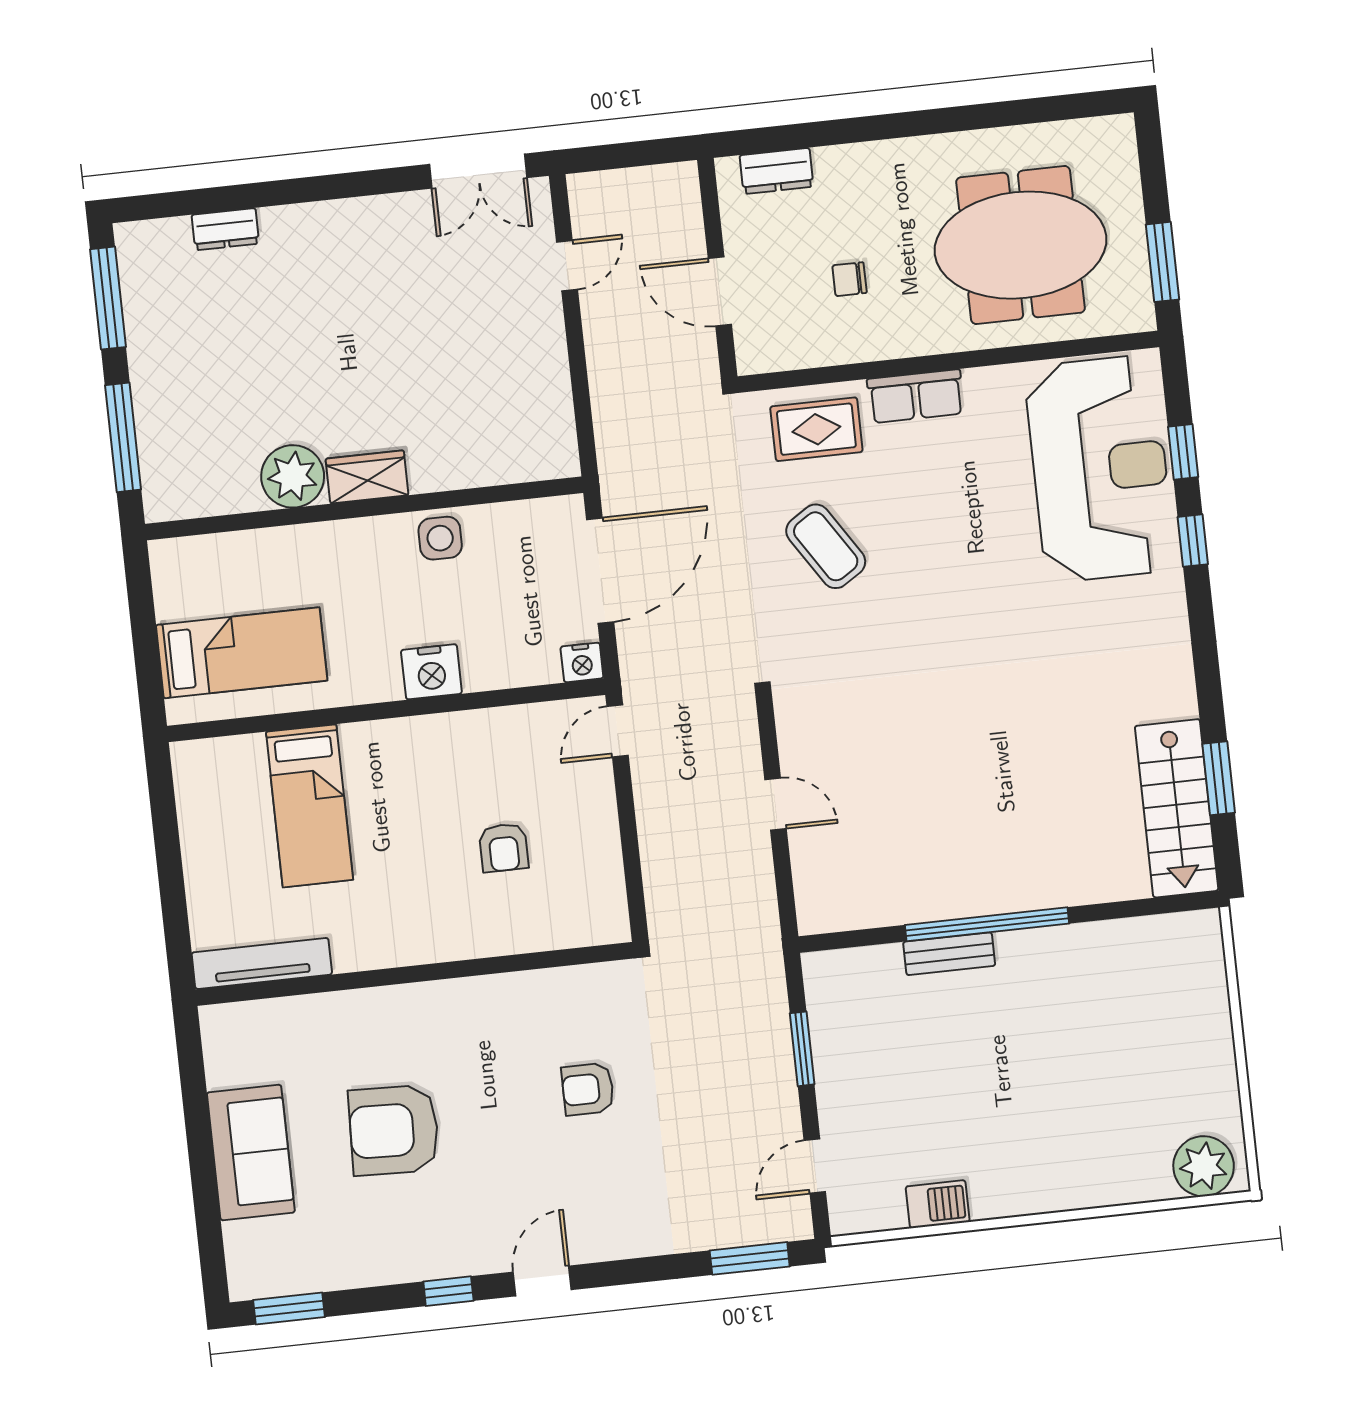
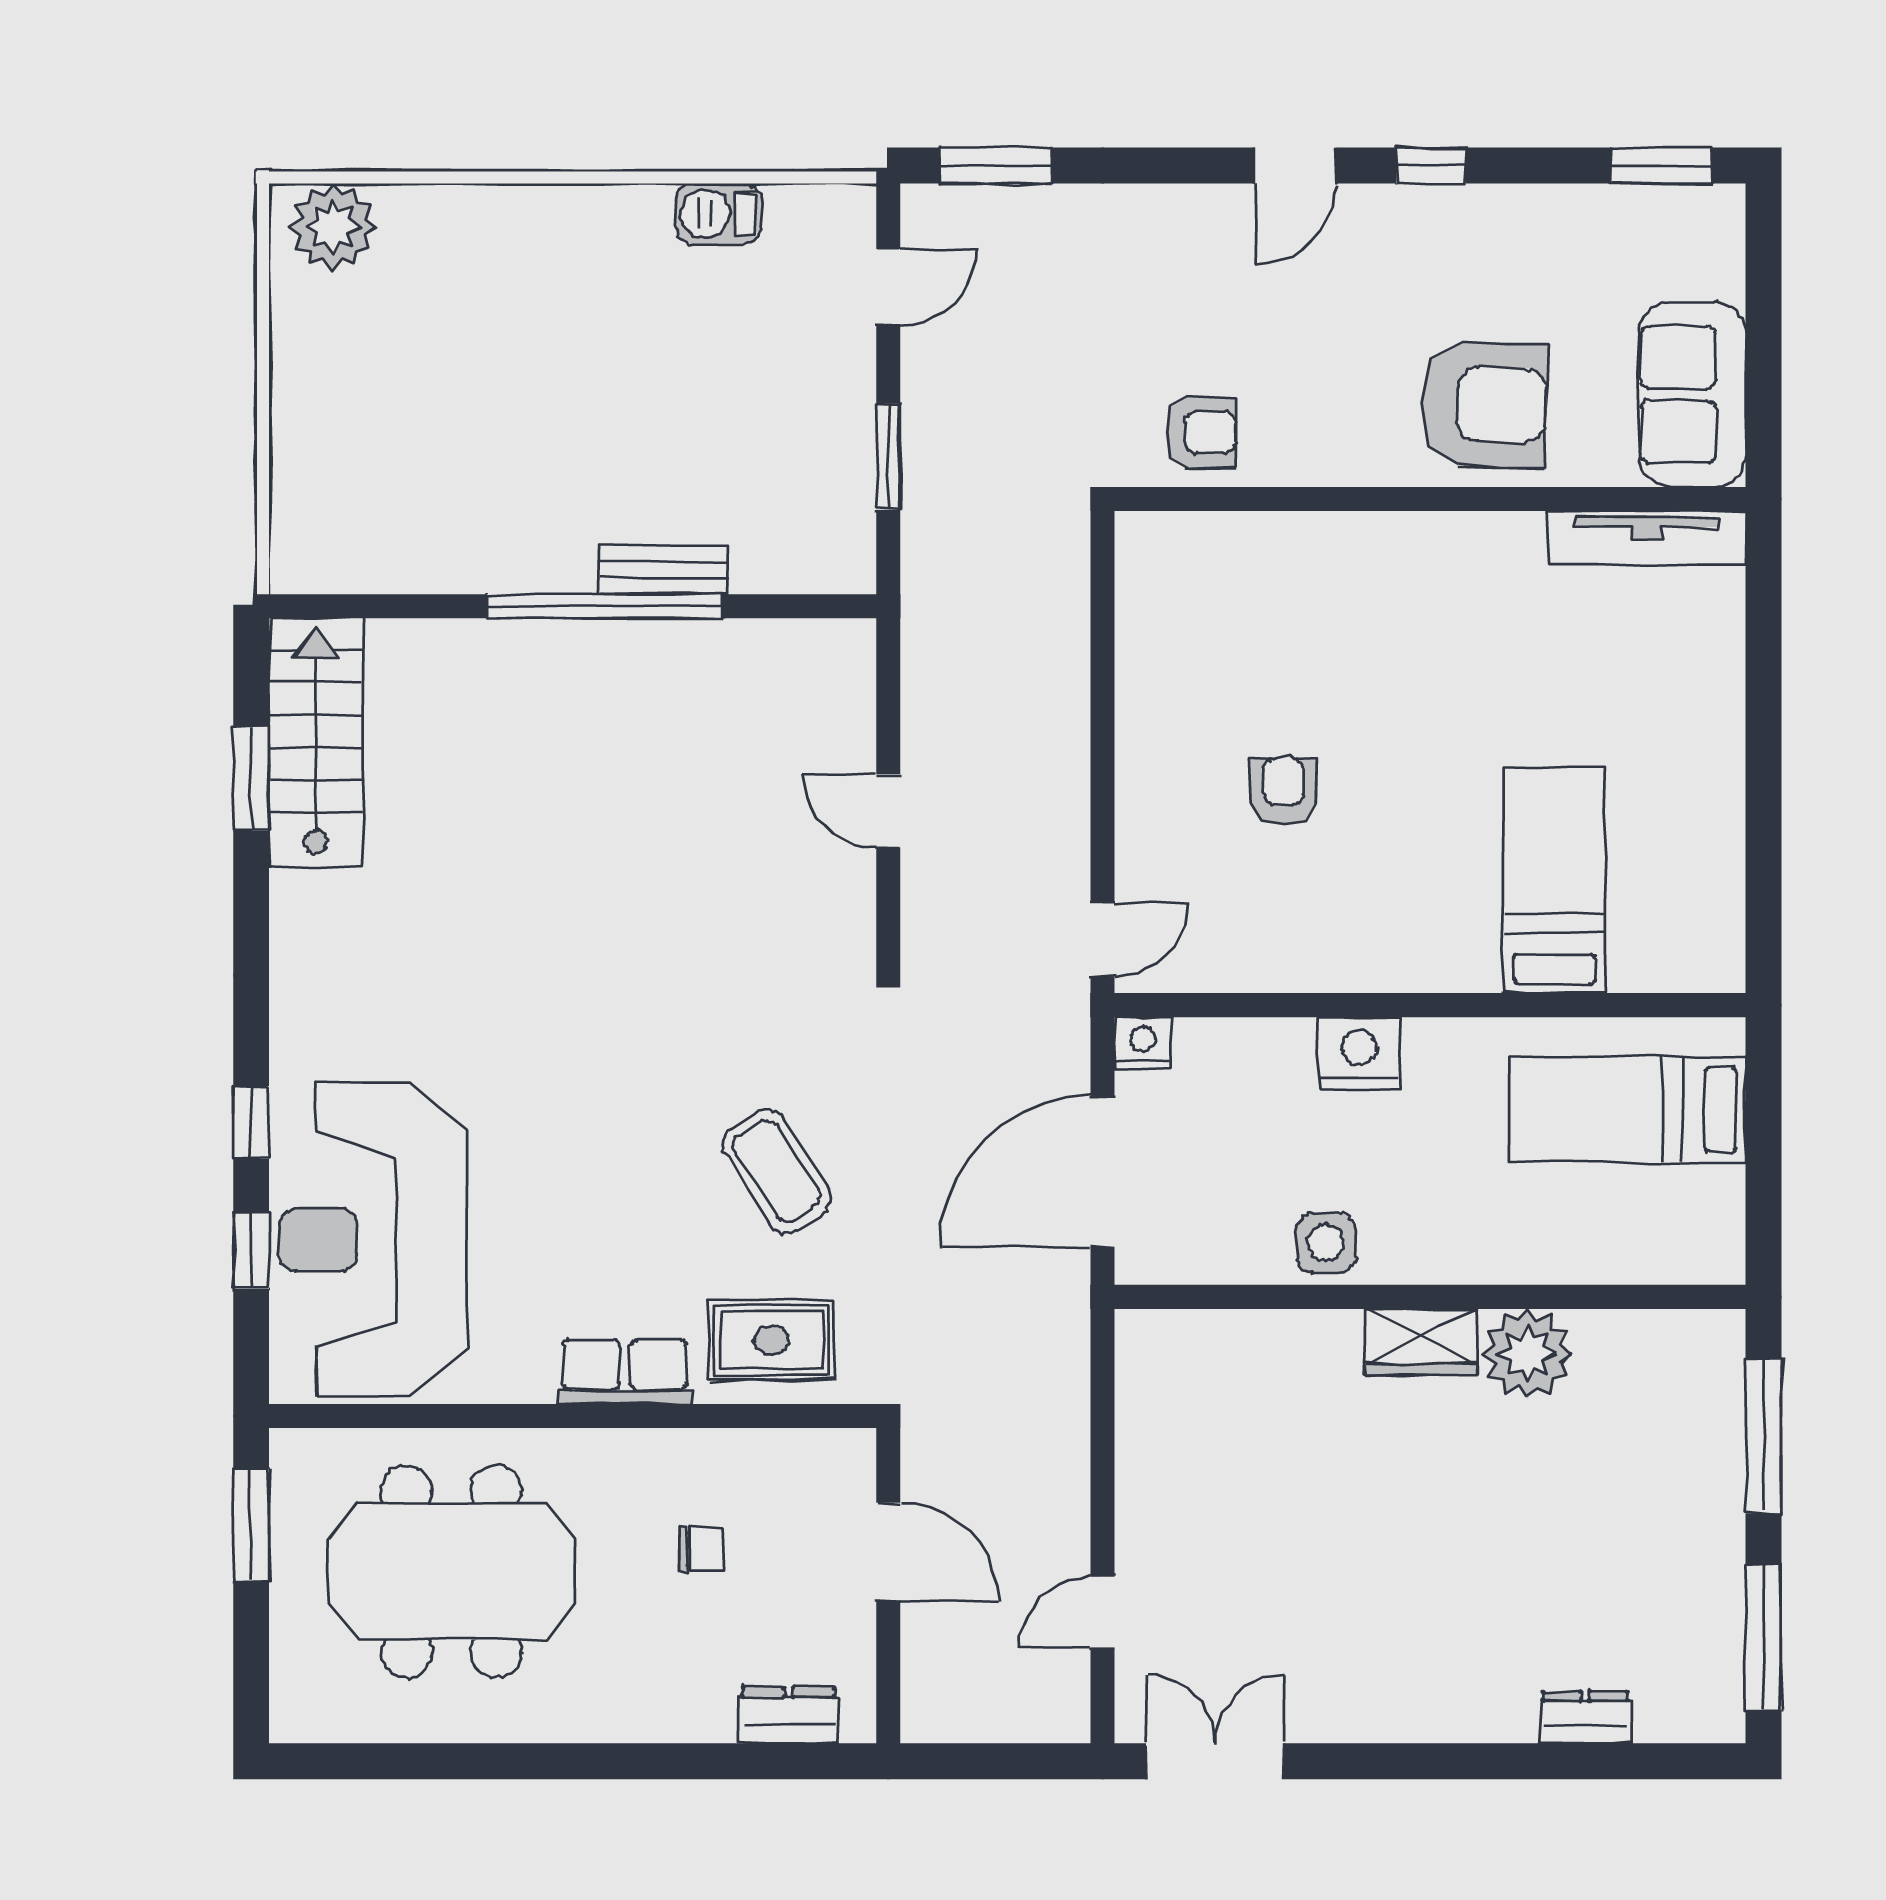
tv unit: (262, 963) -> (1647, 538), moved
wall: (415, 974) -> (1430, 499), moved

